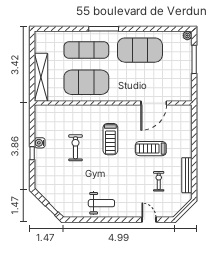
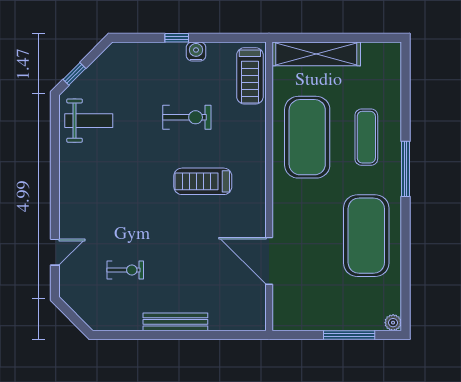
exercise mat: (86, 50) -> (366, 137), width x0.73, depth x0.69
treadmill: (151, 149) -> (250, 76), moved, turned 180
bench: (187, 175) -> (175, 322), moved
weight bench: (101, 203) -> (89, 121), moved, turned -90

